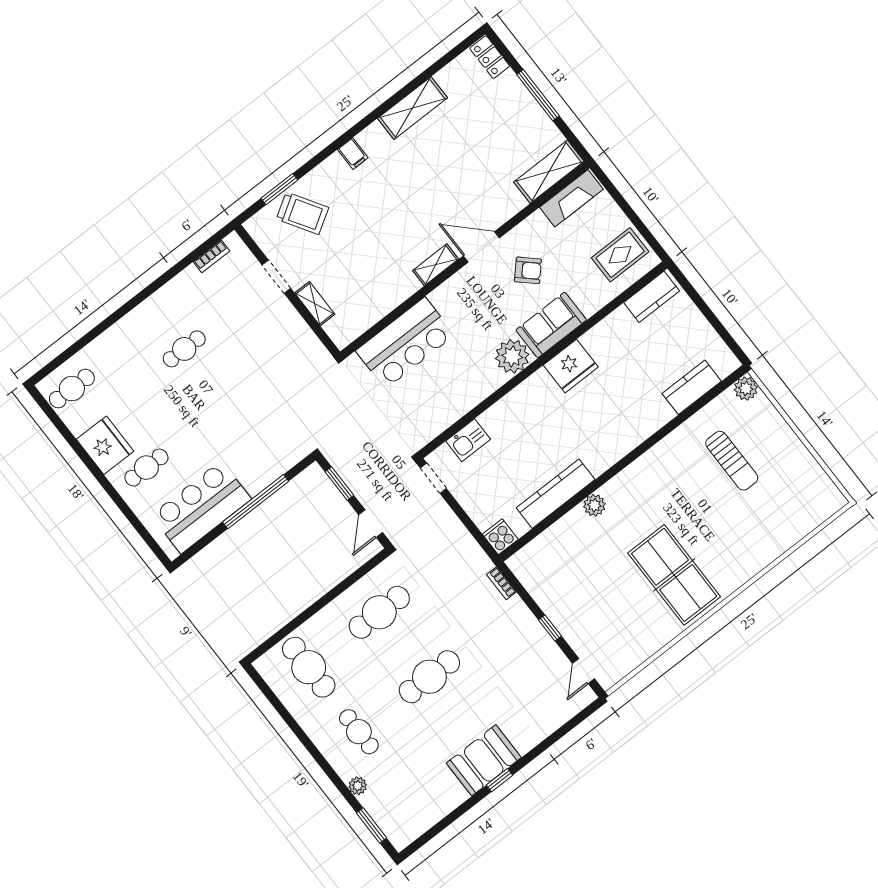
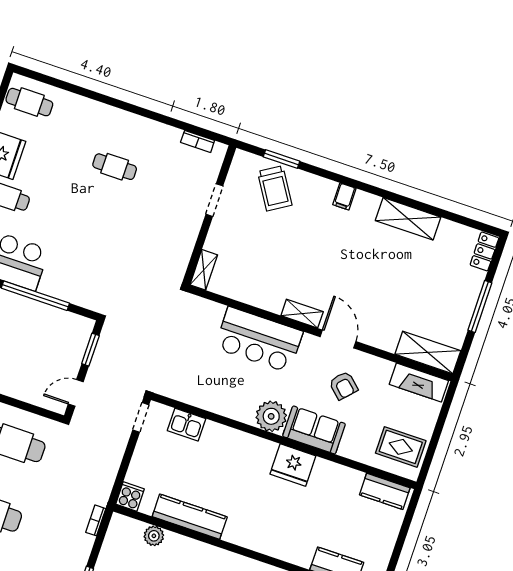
shelving: (315, 304) -> (204, 270), moved
bar counter: (405, 343) -> (259, 340), moved
plant: (594, 505) -> (154, 536), moved

